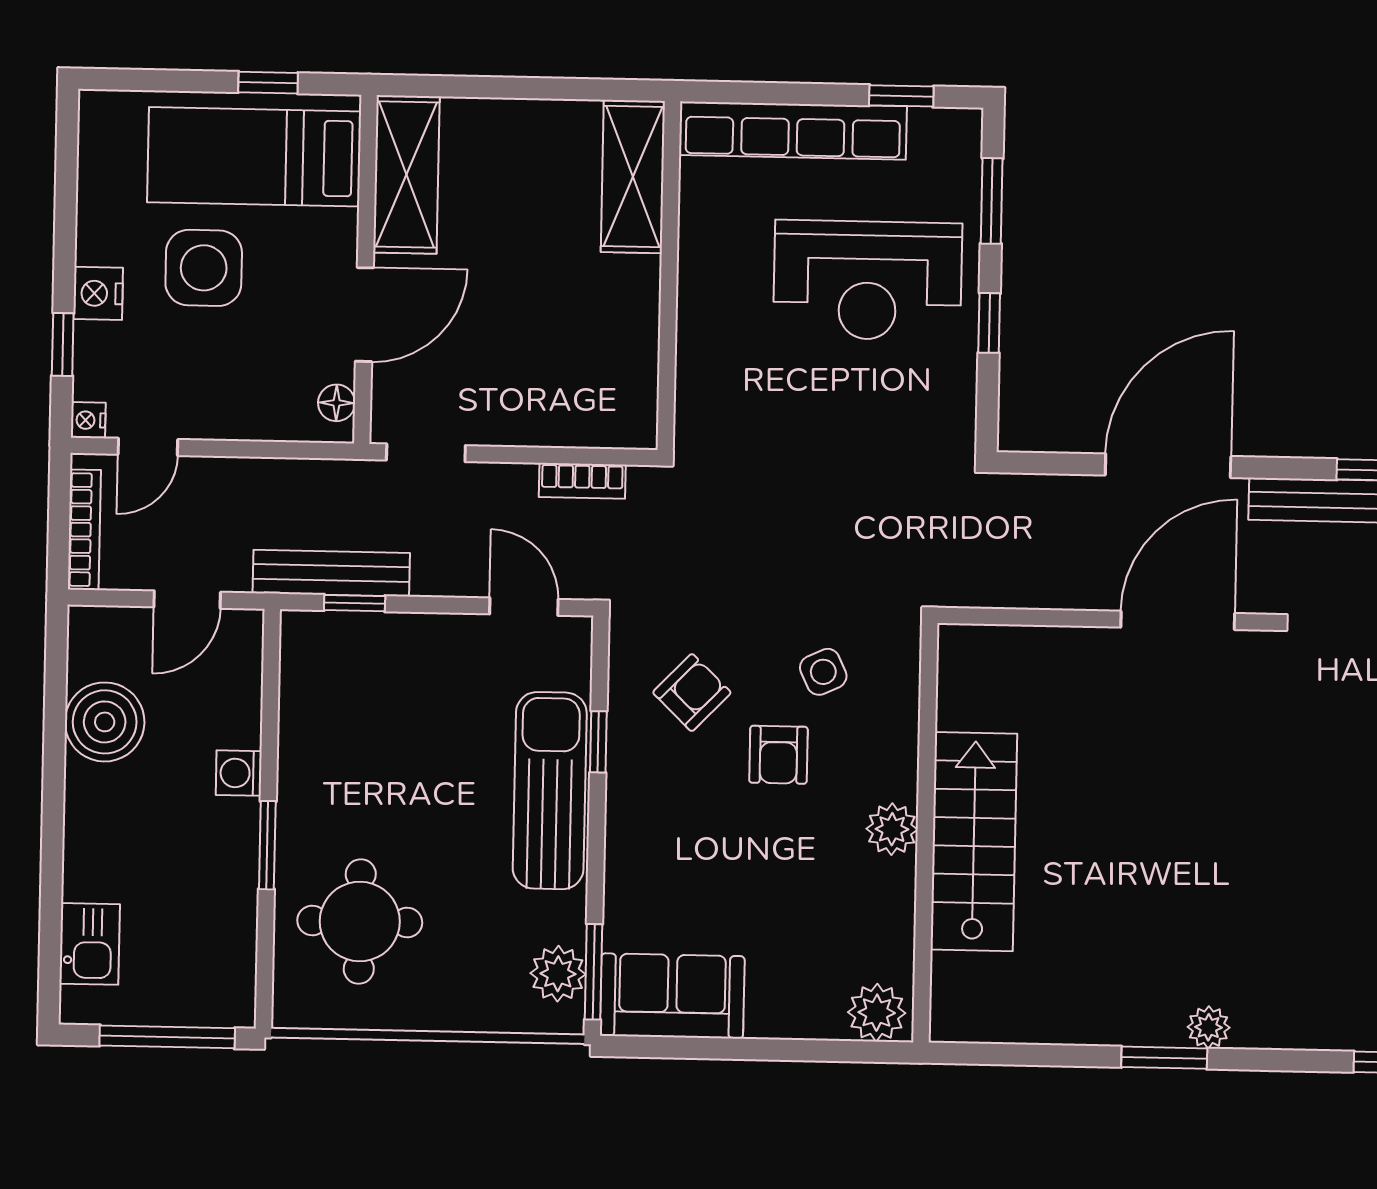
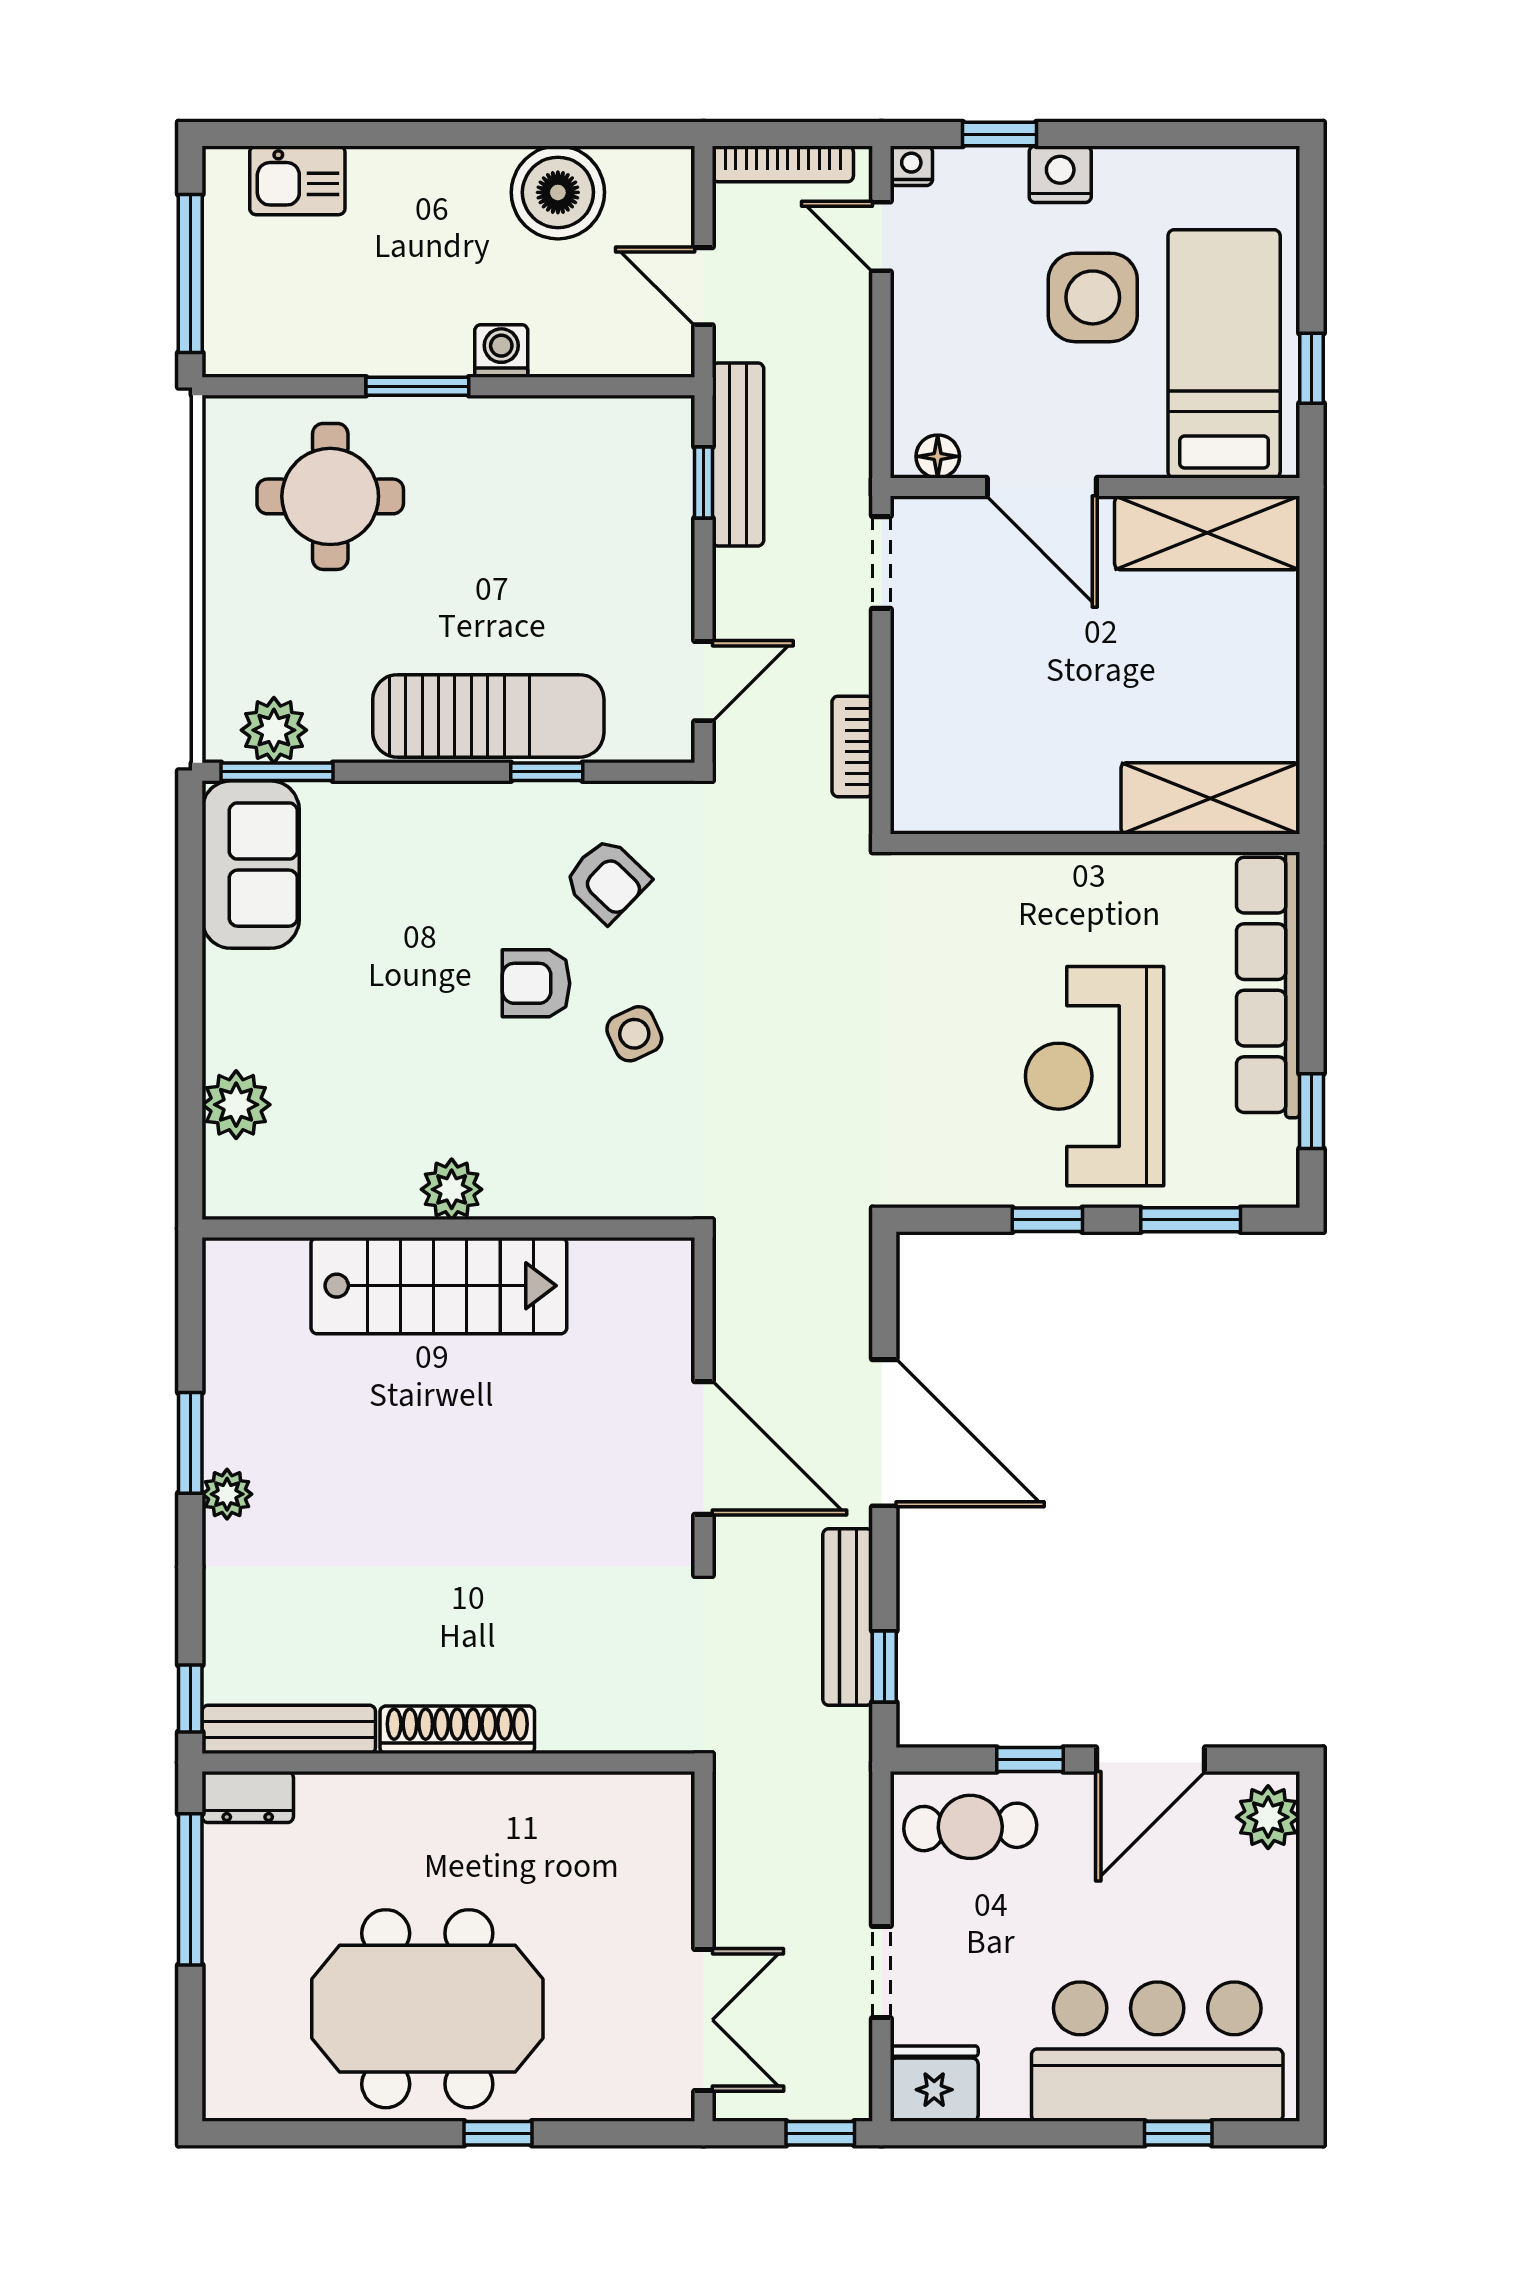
plant: (892, 829) -> (452, 1189), moved
wall: (925, 833) -> (448, 1229), moved
stairs: (974, 842) -> (439, 1286), moved

